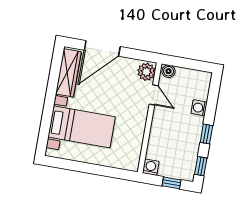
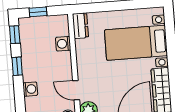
dresser: (133, 158) -> (80, 26), added
washing machine: (151, 167) -> (63, 44), moved, turned 90

